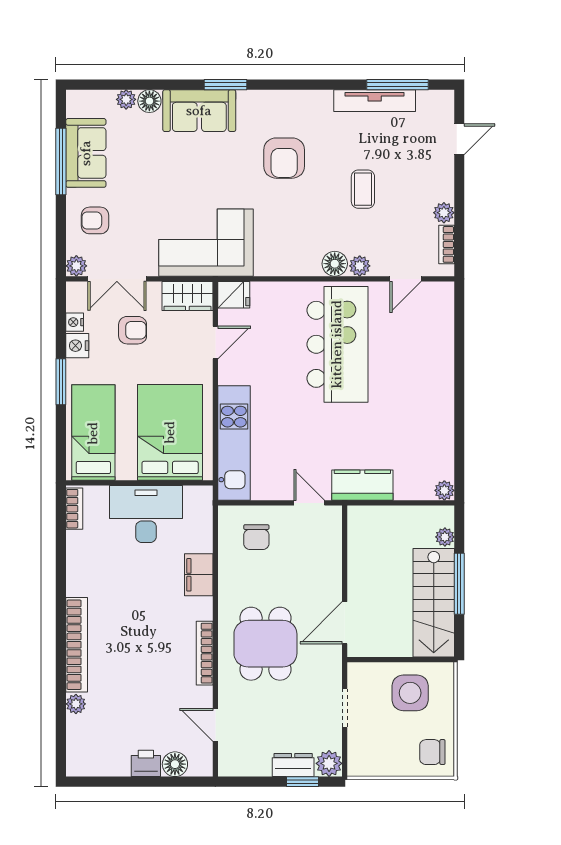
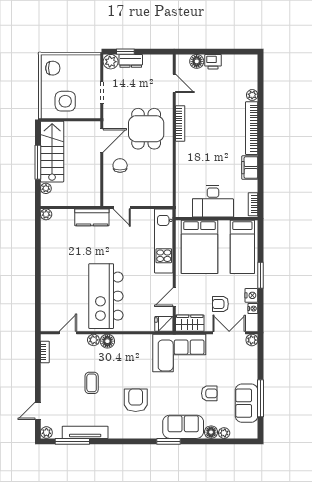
plant: (444, 213) -> (46, 433), moved
armchair: (95, 220) -> (209, 393), moved
chair: (256, 537) -> (120, 165), moved
filing cabinet: (199, 575) -> (250, 168), moved, turned 180

